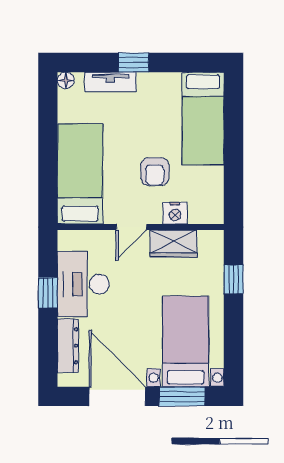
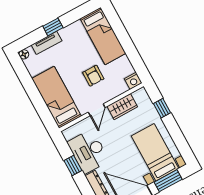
nightstand: (175, 213) -> (133, 81), moved

